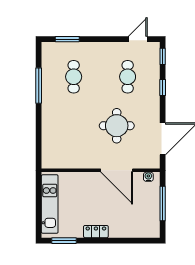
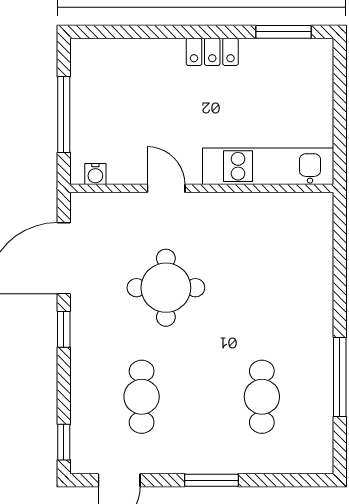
window: (67, 39) -> (212, 480), moved
window: (163, 87) -> (64, 329), moved
door: (117, 170) -> (166, 188), width x0.53
kitchen unit: (50, 204) -> (268, 166), moved, turned 90

